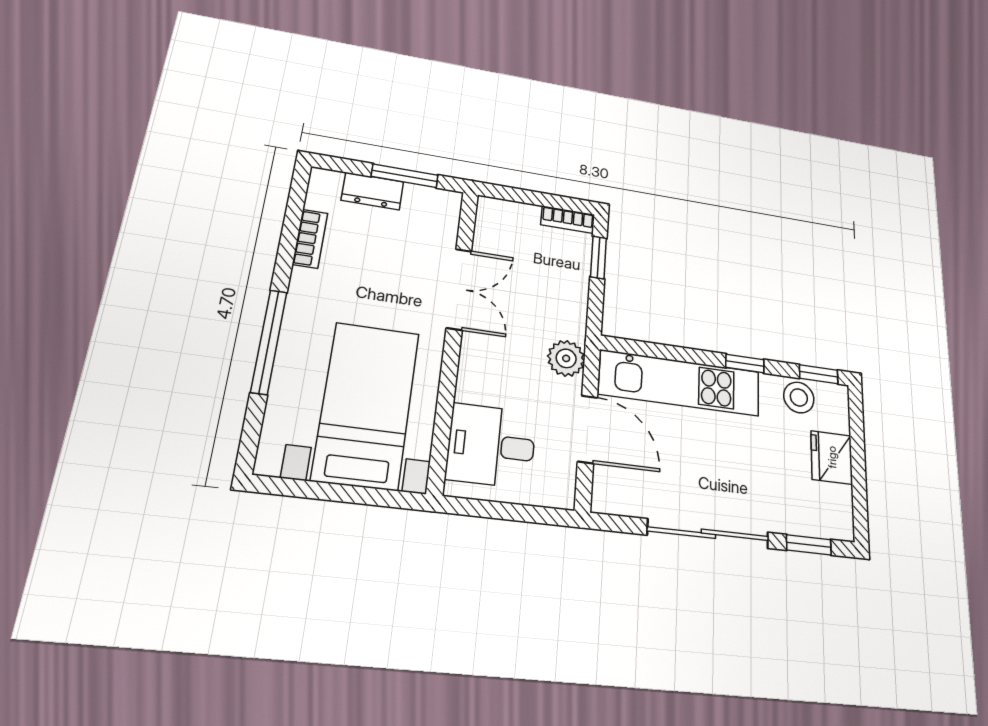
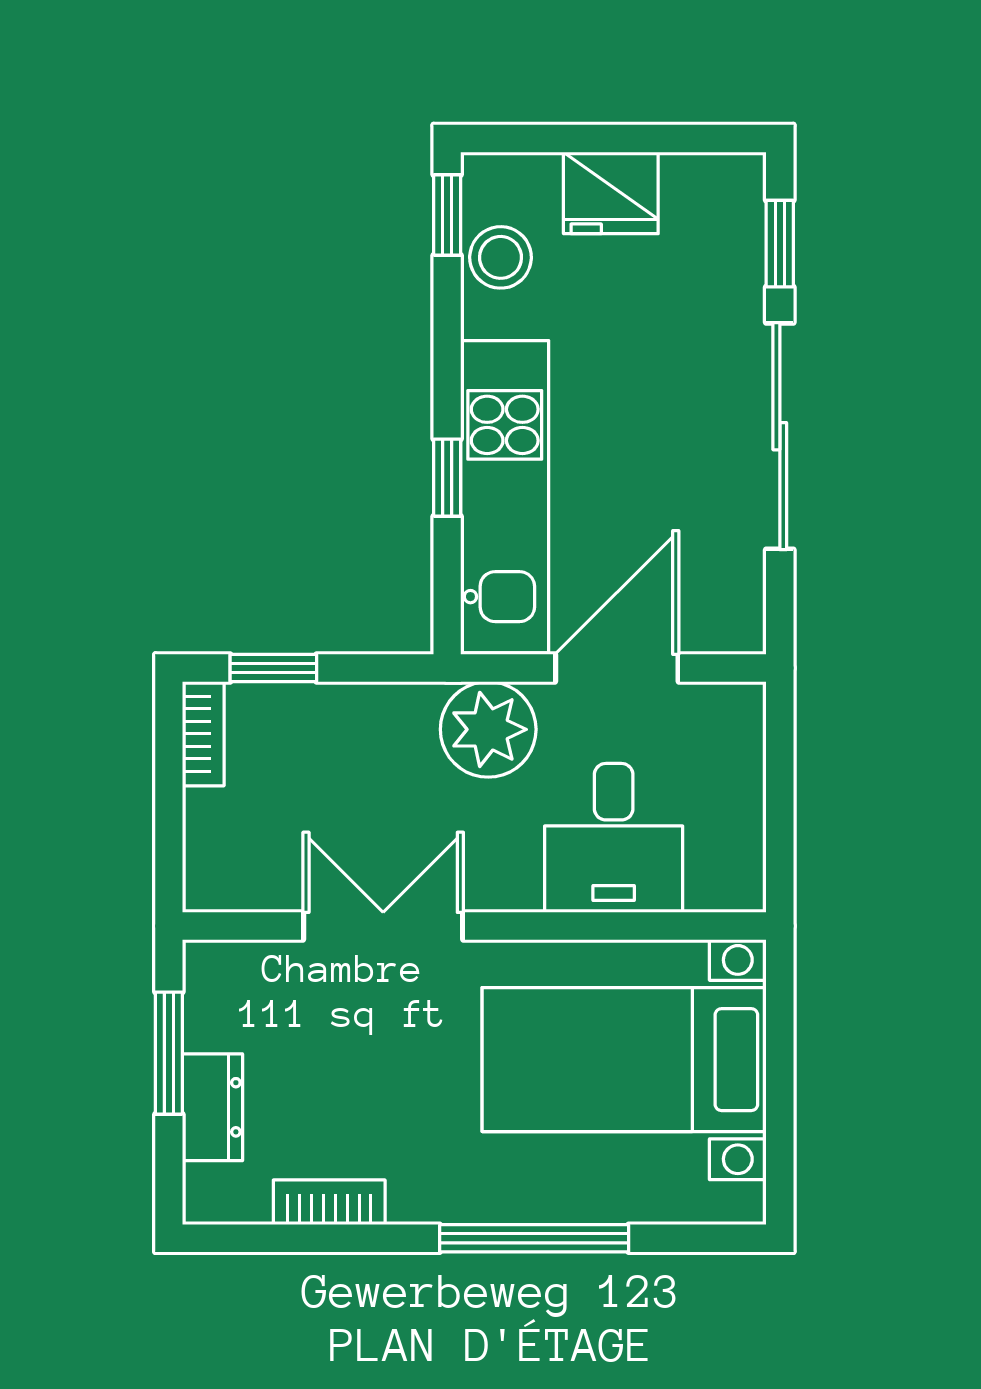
plant: (566, 358) -> (488, 729), width x1.36, depth x1.36
window: (745, 363) -> (447, 478), moved
desk: (491, 446) -> (614, 838), moved

